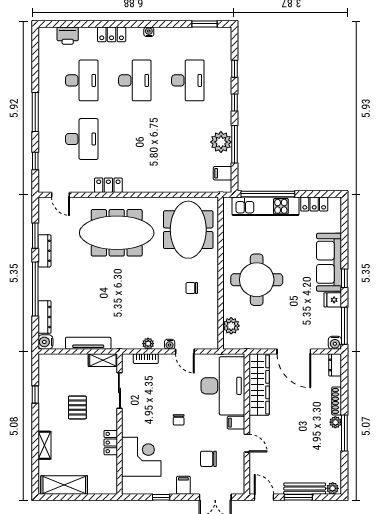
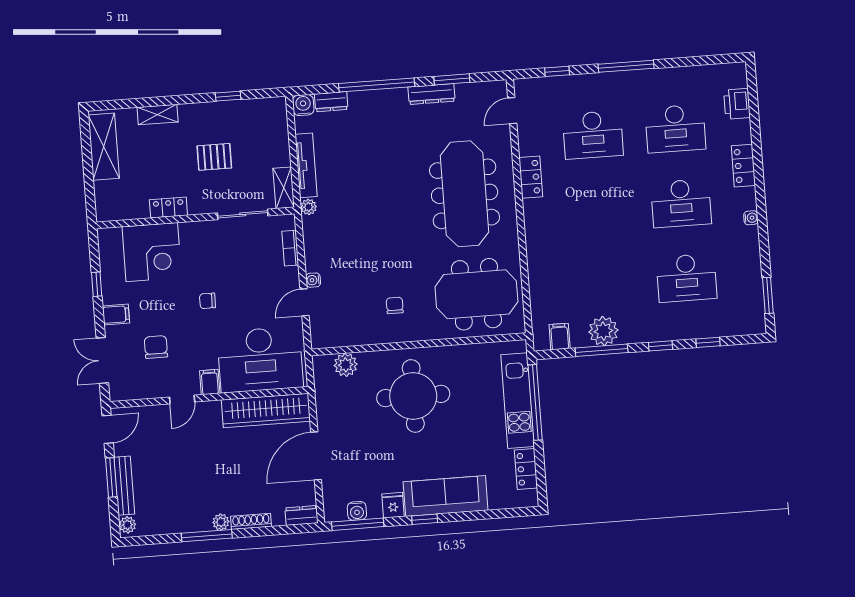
dresser: (45, 317) -> (331, 102), width x0.70
water cooler: (335, 343) -> (357, 511), moved, turned -90
plant: (148, 344) -> (309, 207), moved

